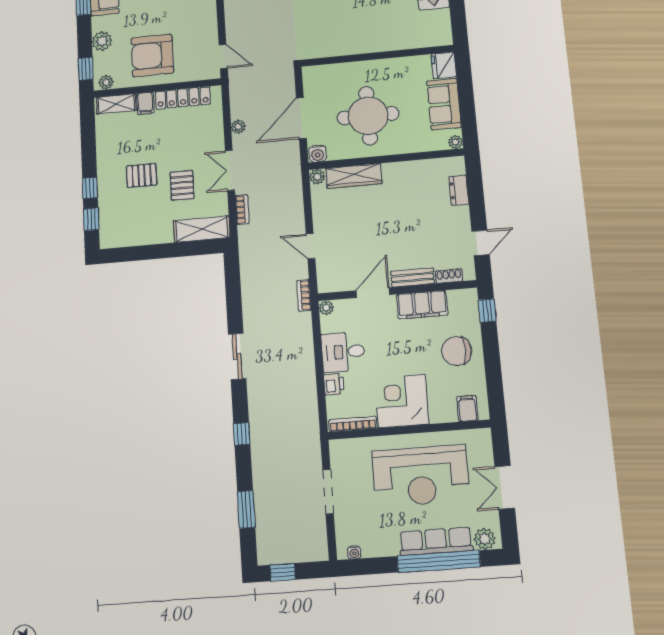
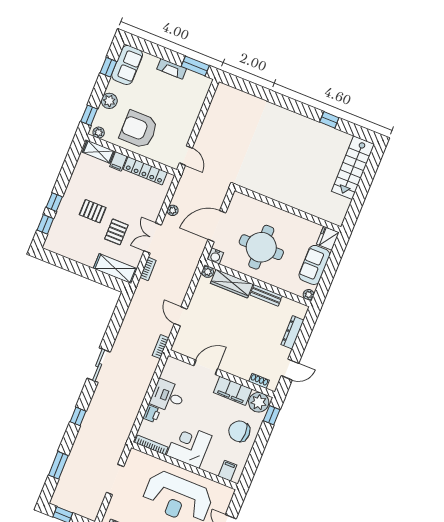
dresser: (459, 190) -> (292, 332), width x1.44
bench: (413, 277) -> (266, 295), moved
plant: (326, 308) -> (259, 402), moved, width x1.87, depth x1.87

